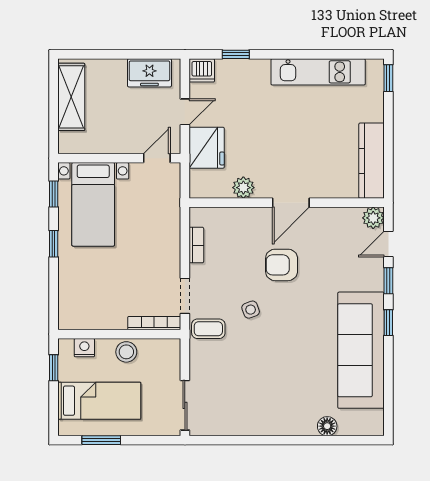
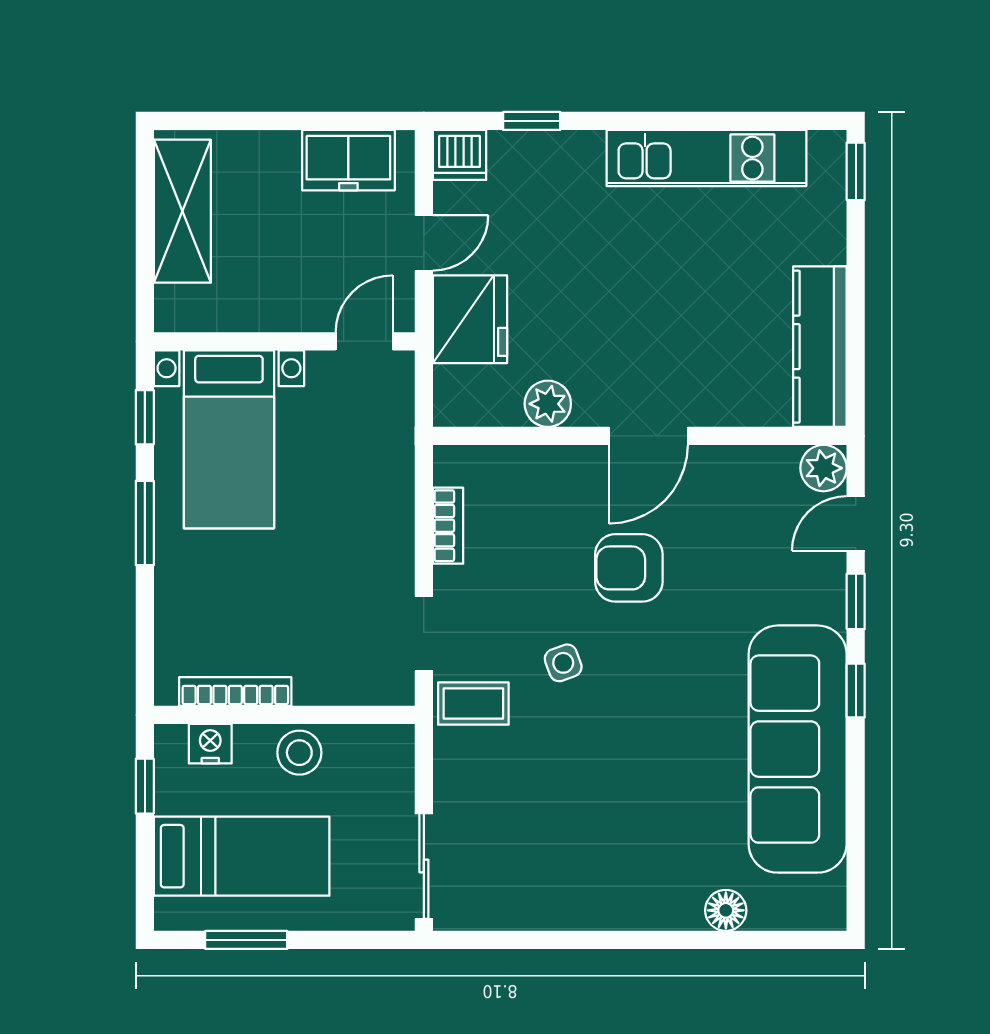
window: (54, 244) -> (145, 523), width x1.50
bookcase: (154, 323) -> (235, 692), moved

